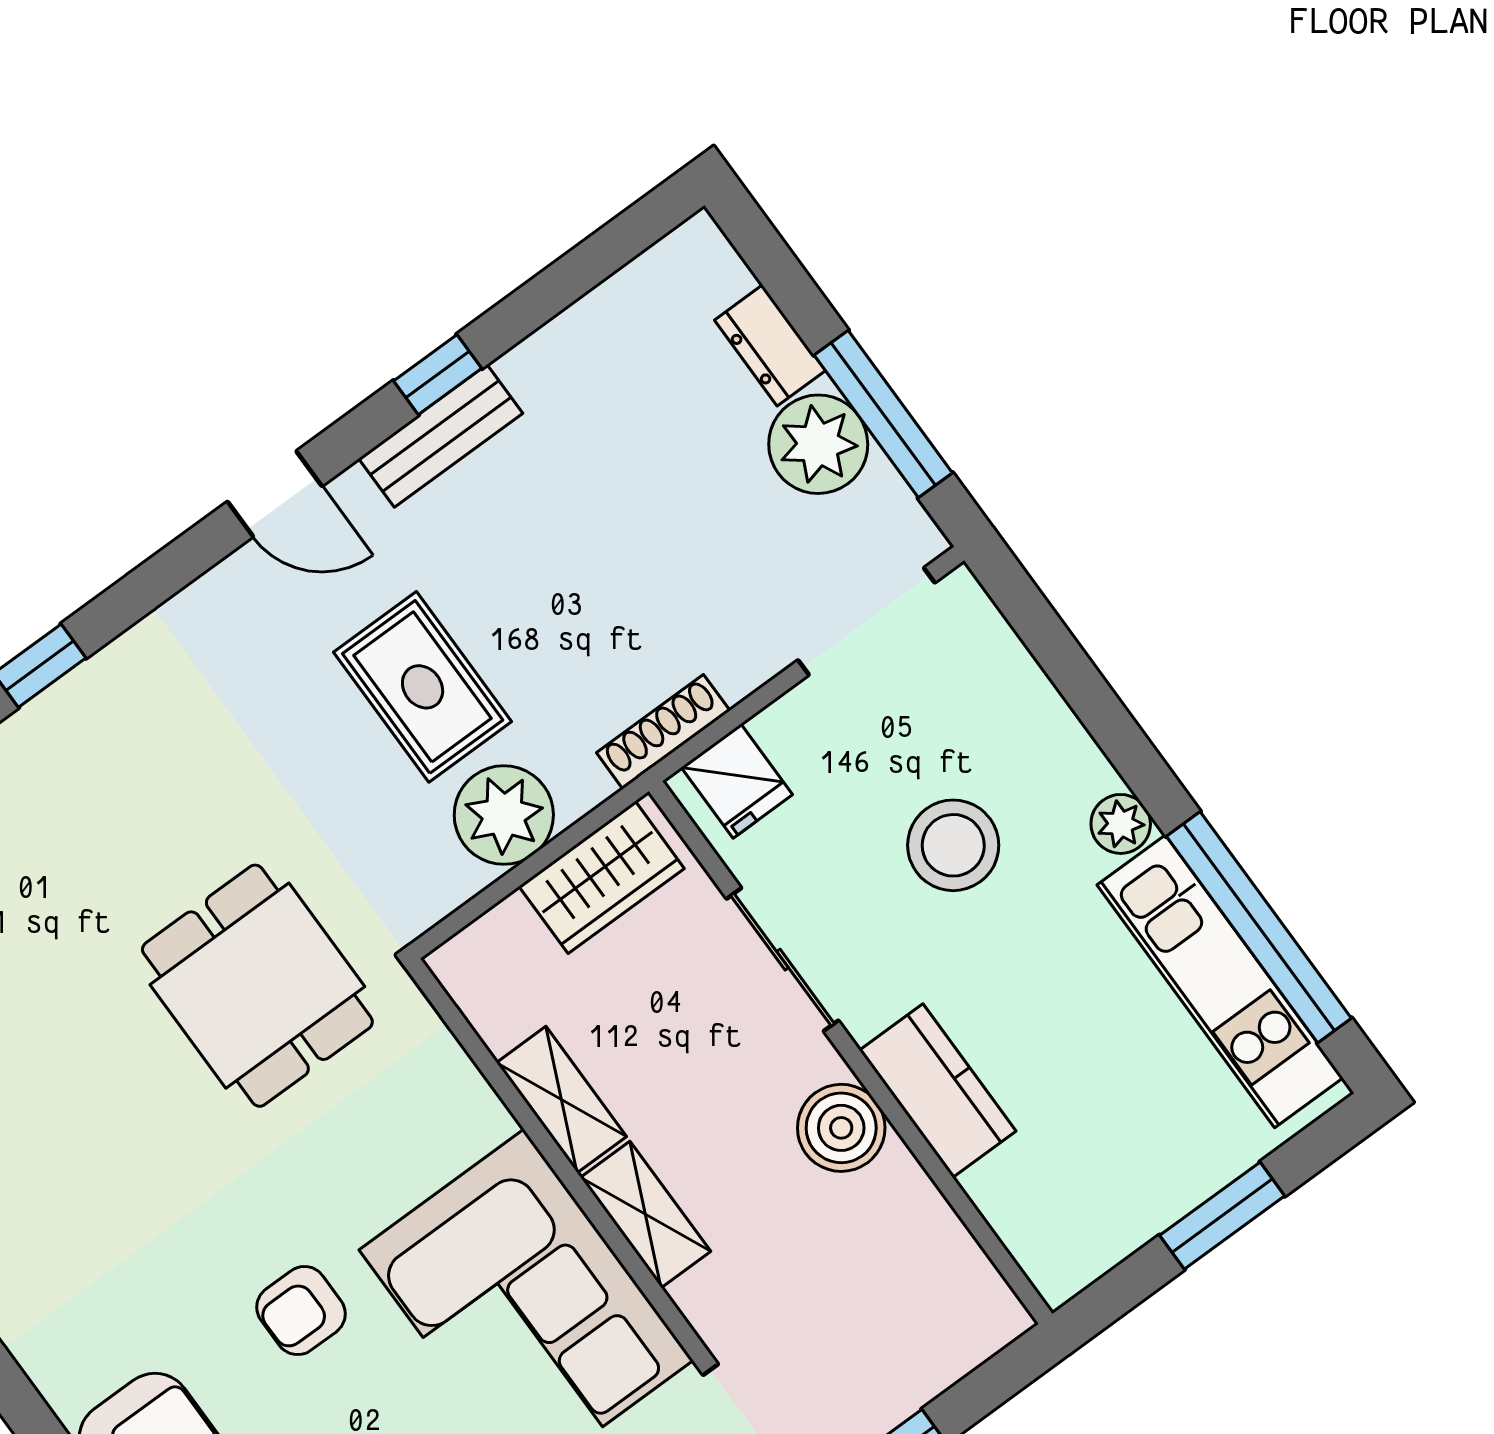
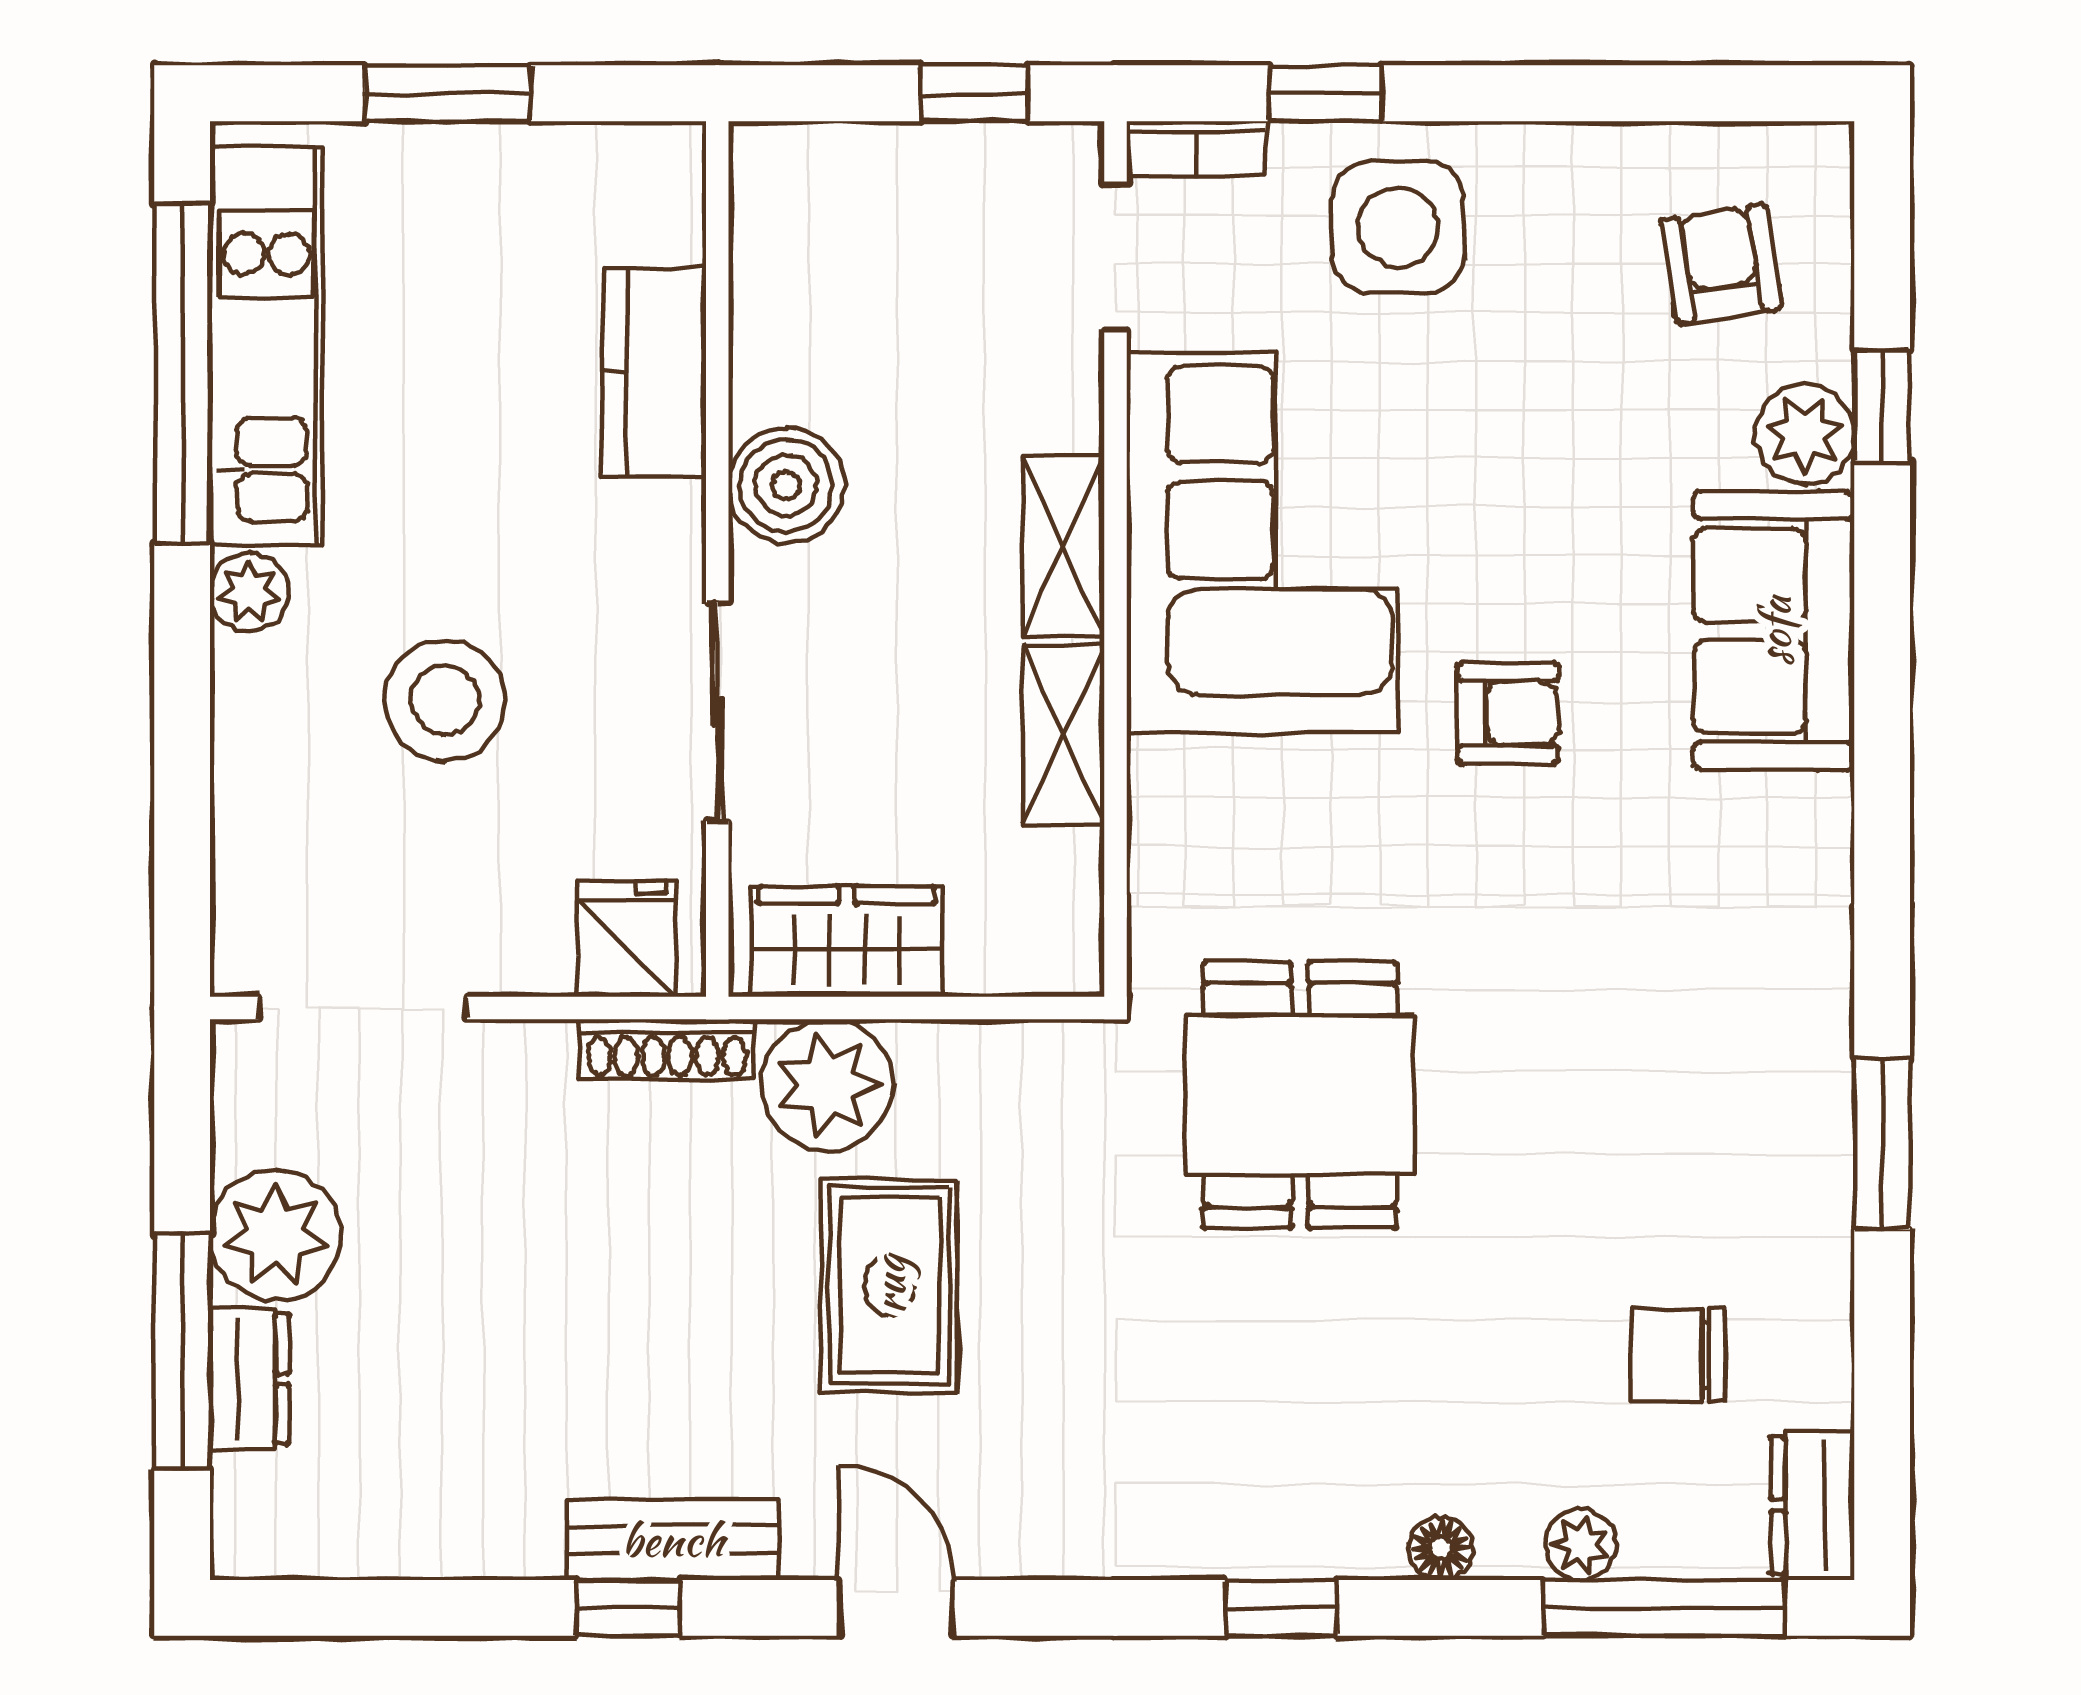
window: (883, 414) -> (182, 1352), moved
plant: (504, 815) -> (828, 1085), moved
kitchen counter: (938, 1091) -> (654, 372), moved

